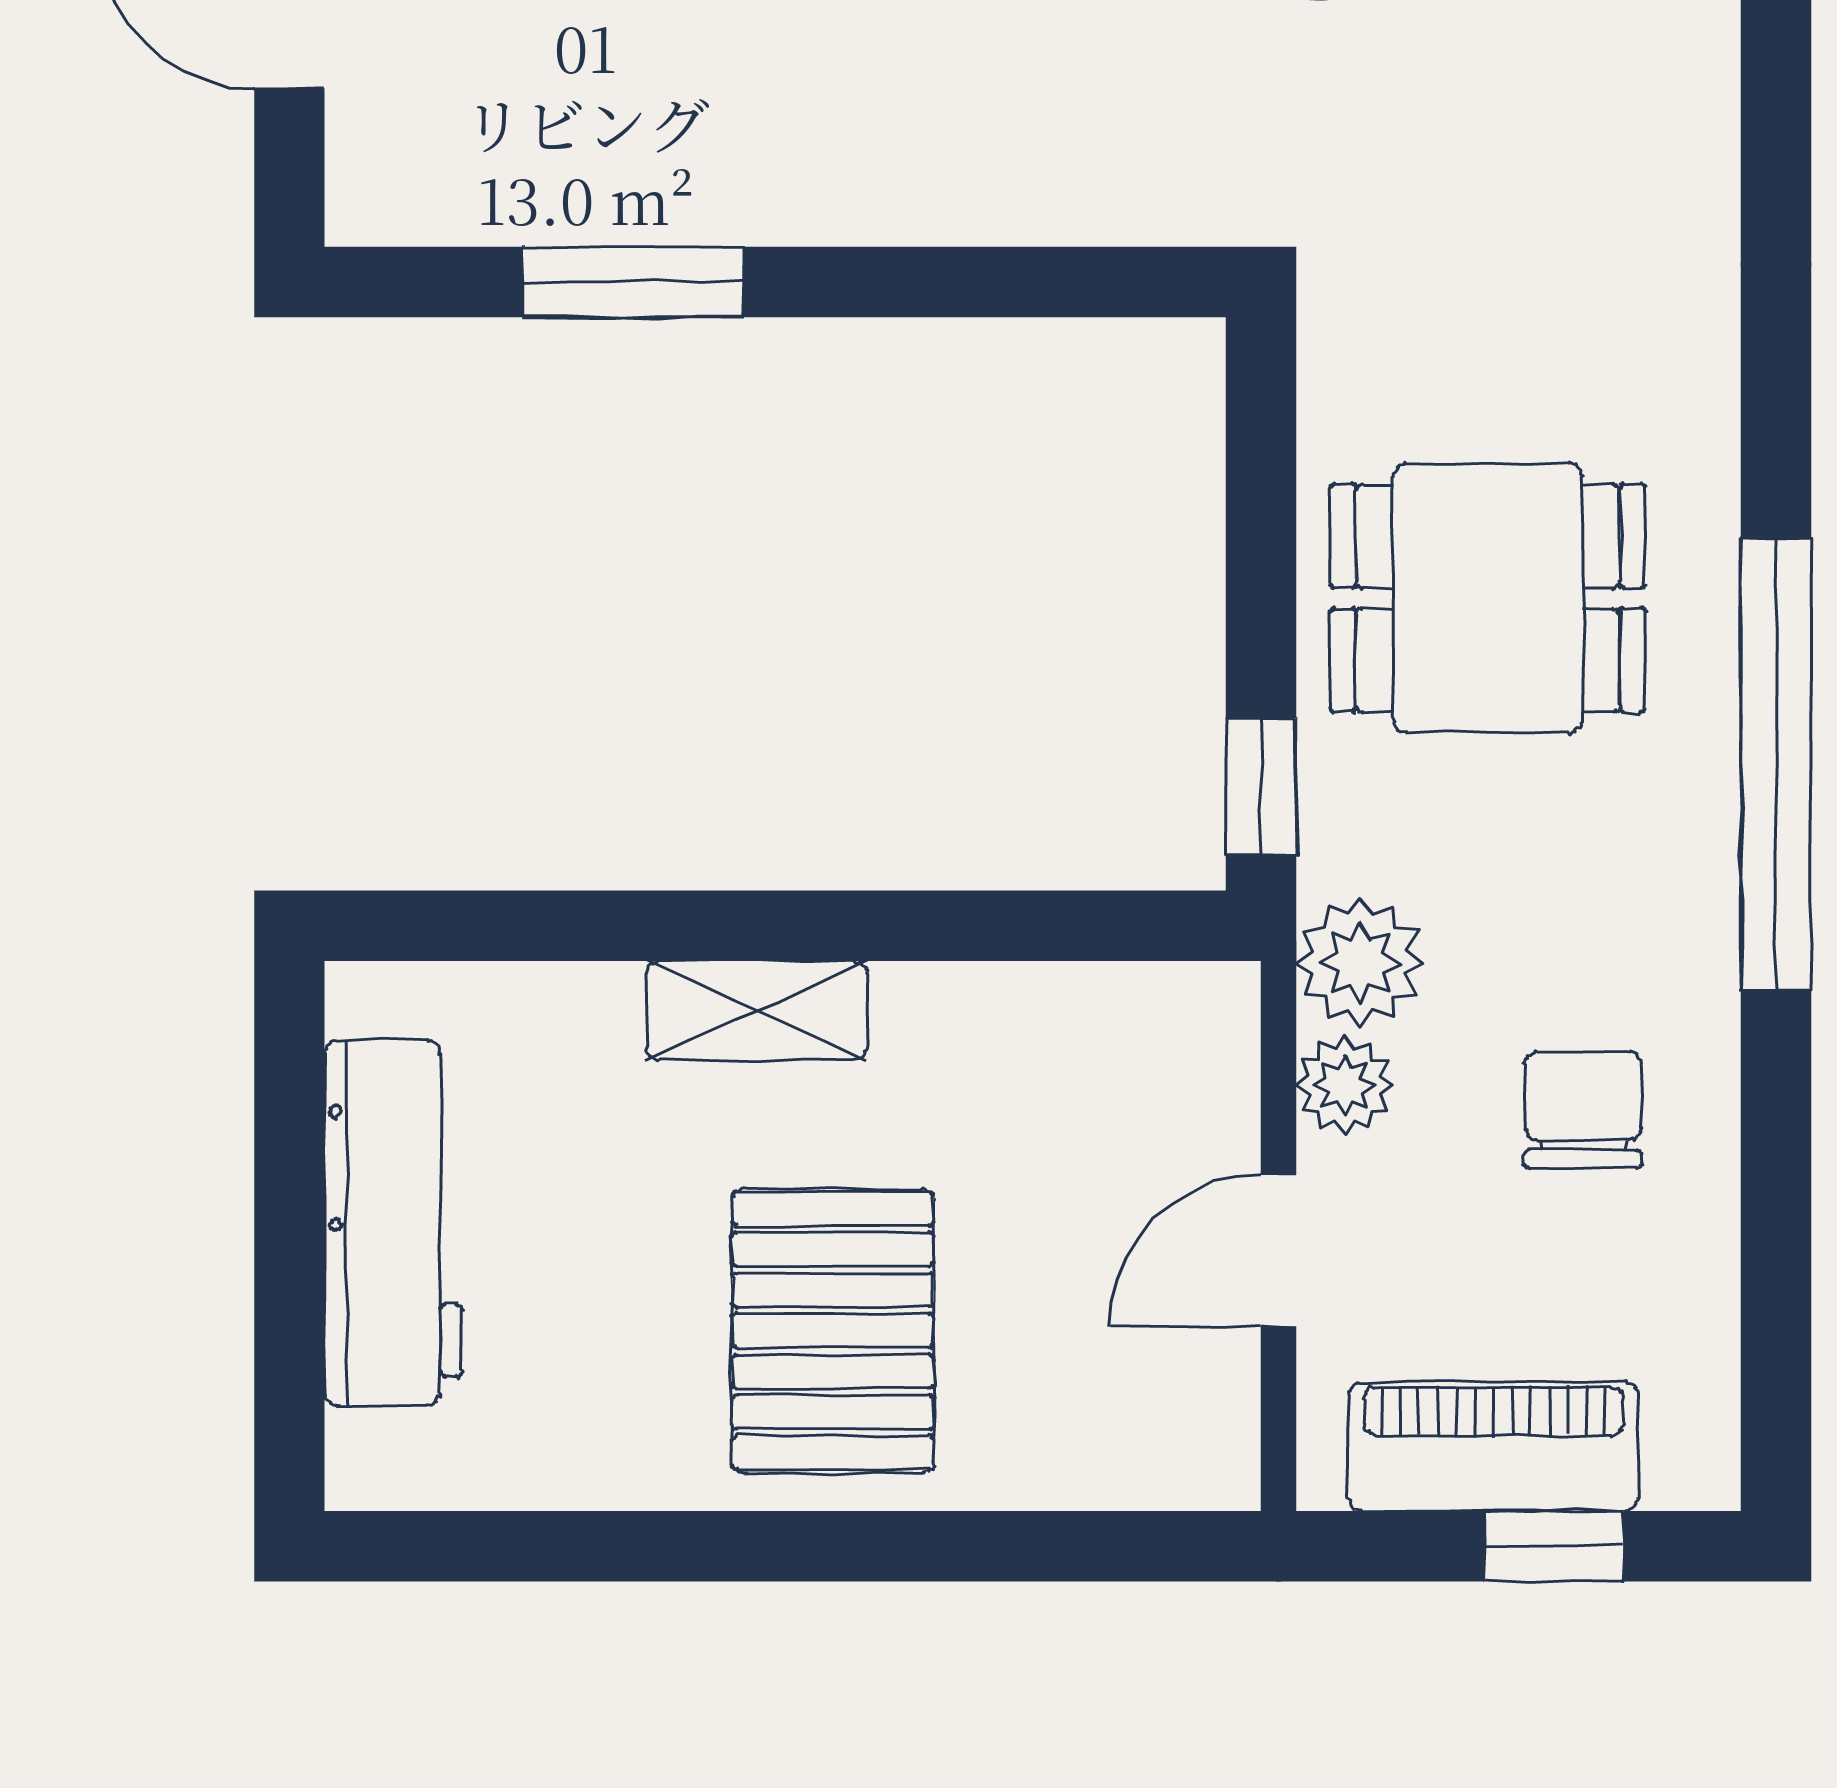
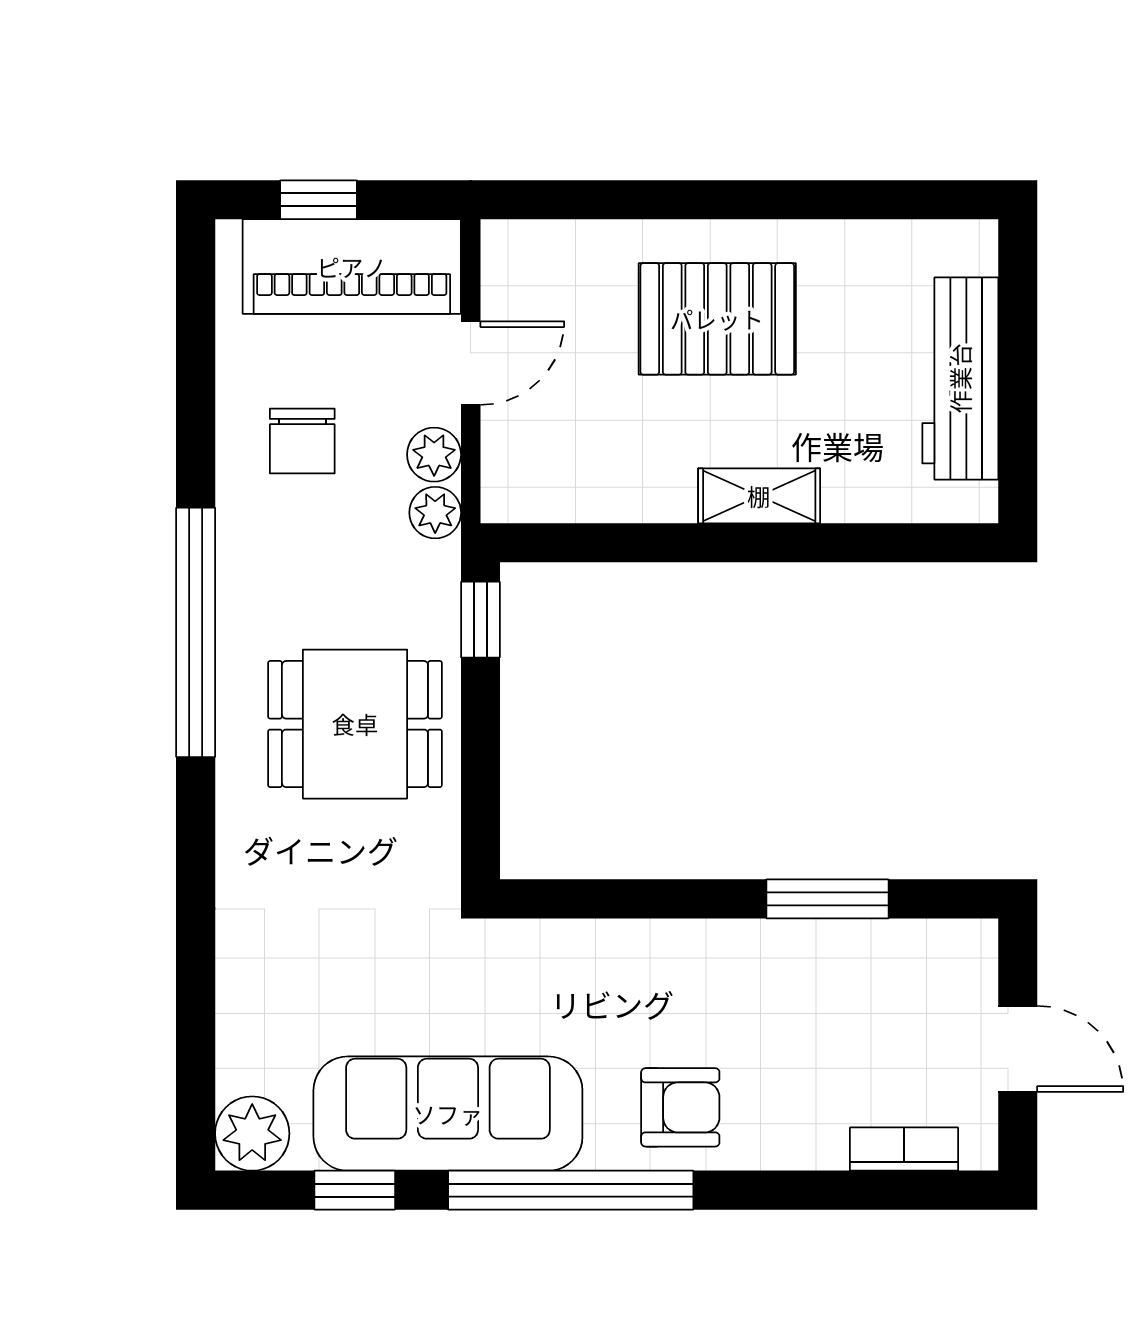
plant: (1360, 963) -> (435, 513), width x0.73, depth x0.73
pallet: (833, 1331) -> (717, 319), turned 90
piano: (1494, 1446) -> (352, 267), width x1.37, depth x1.33

